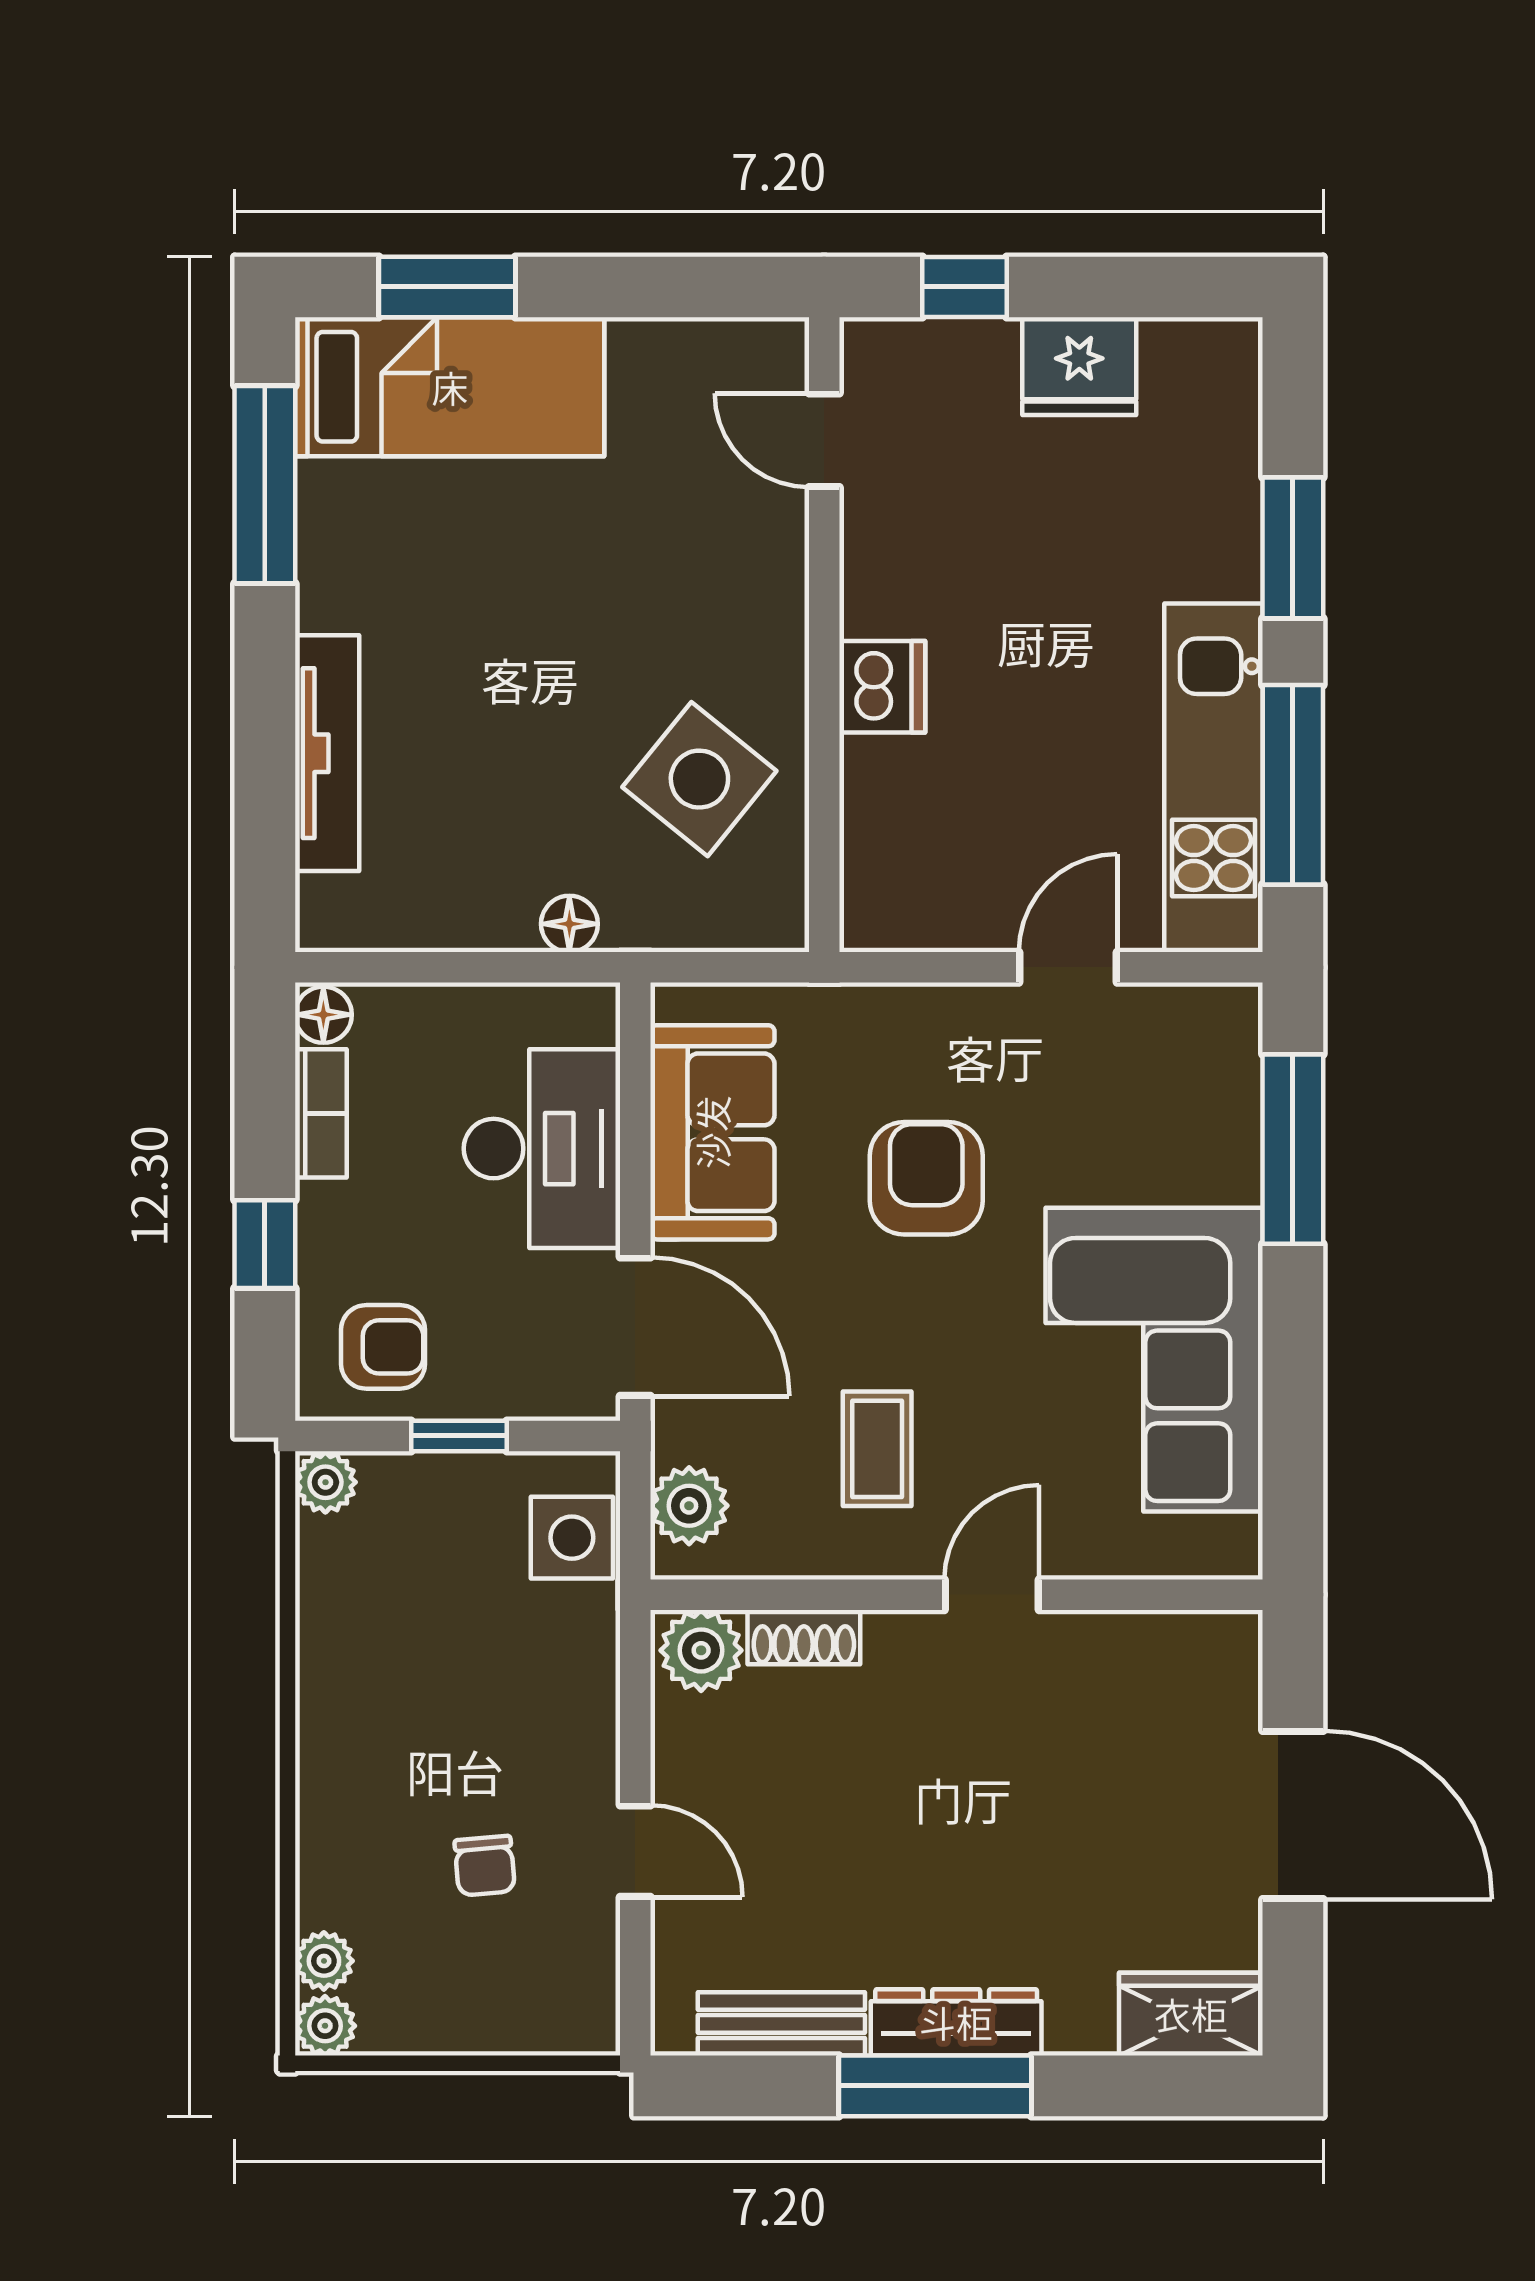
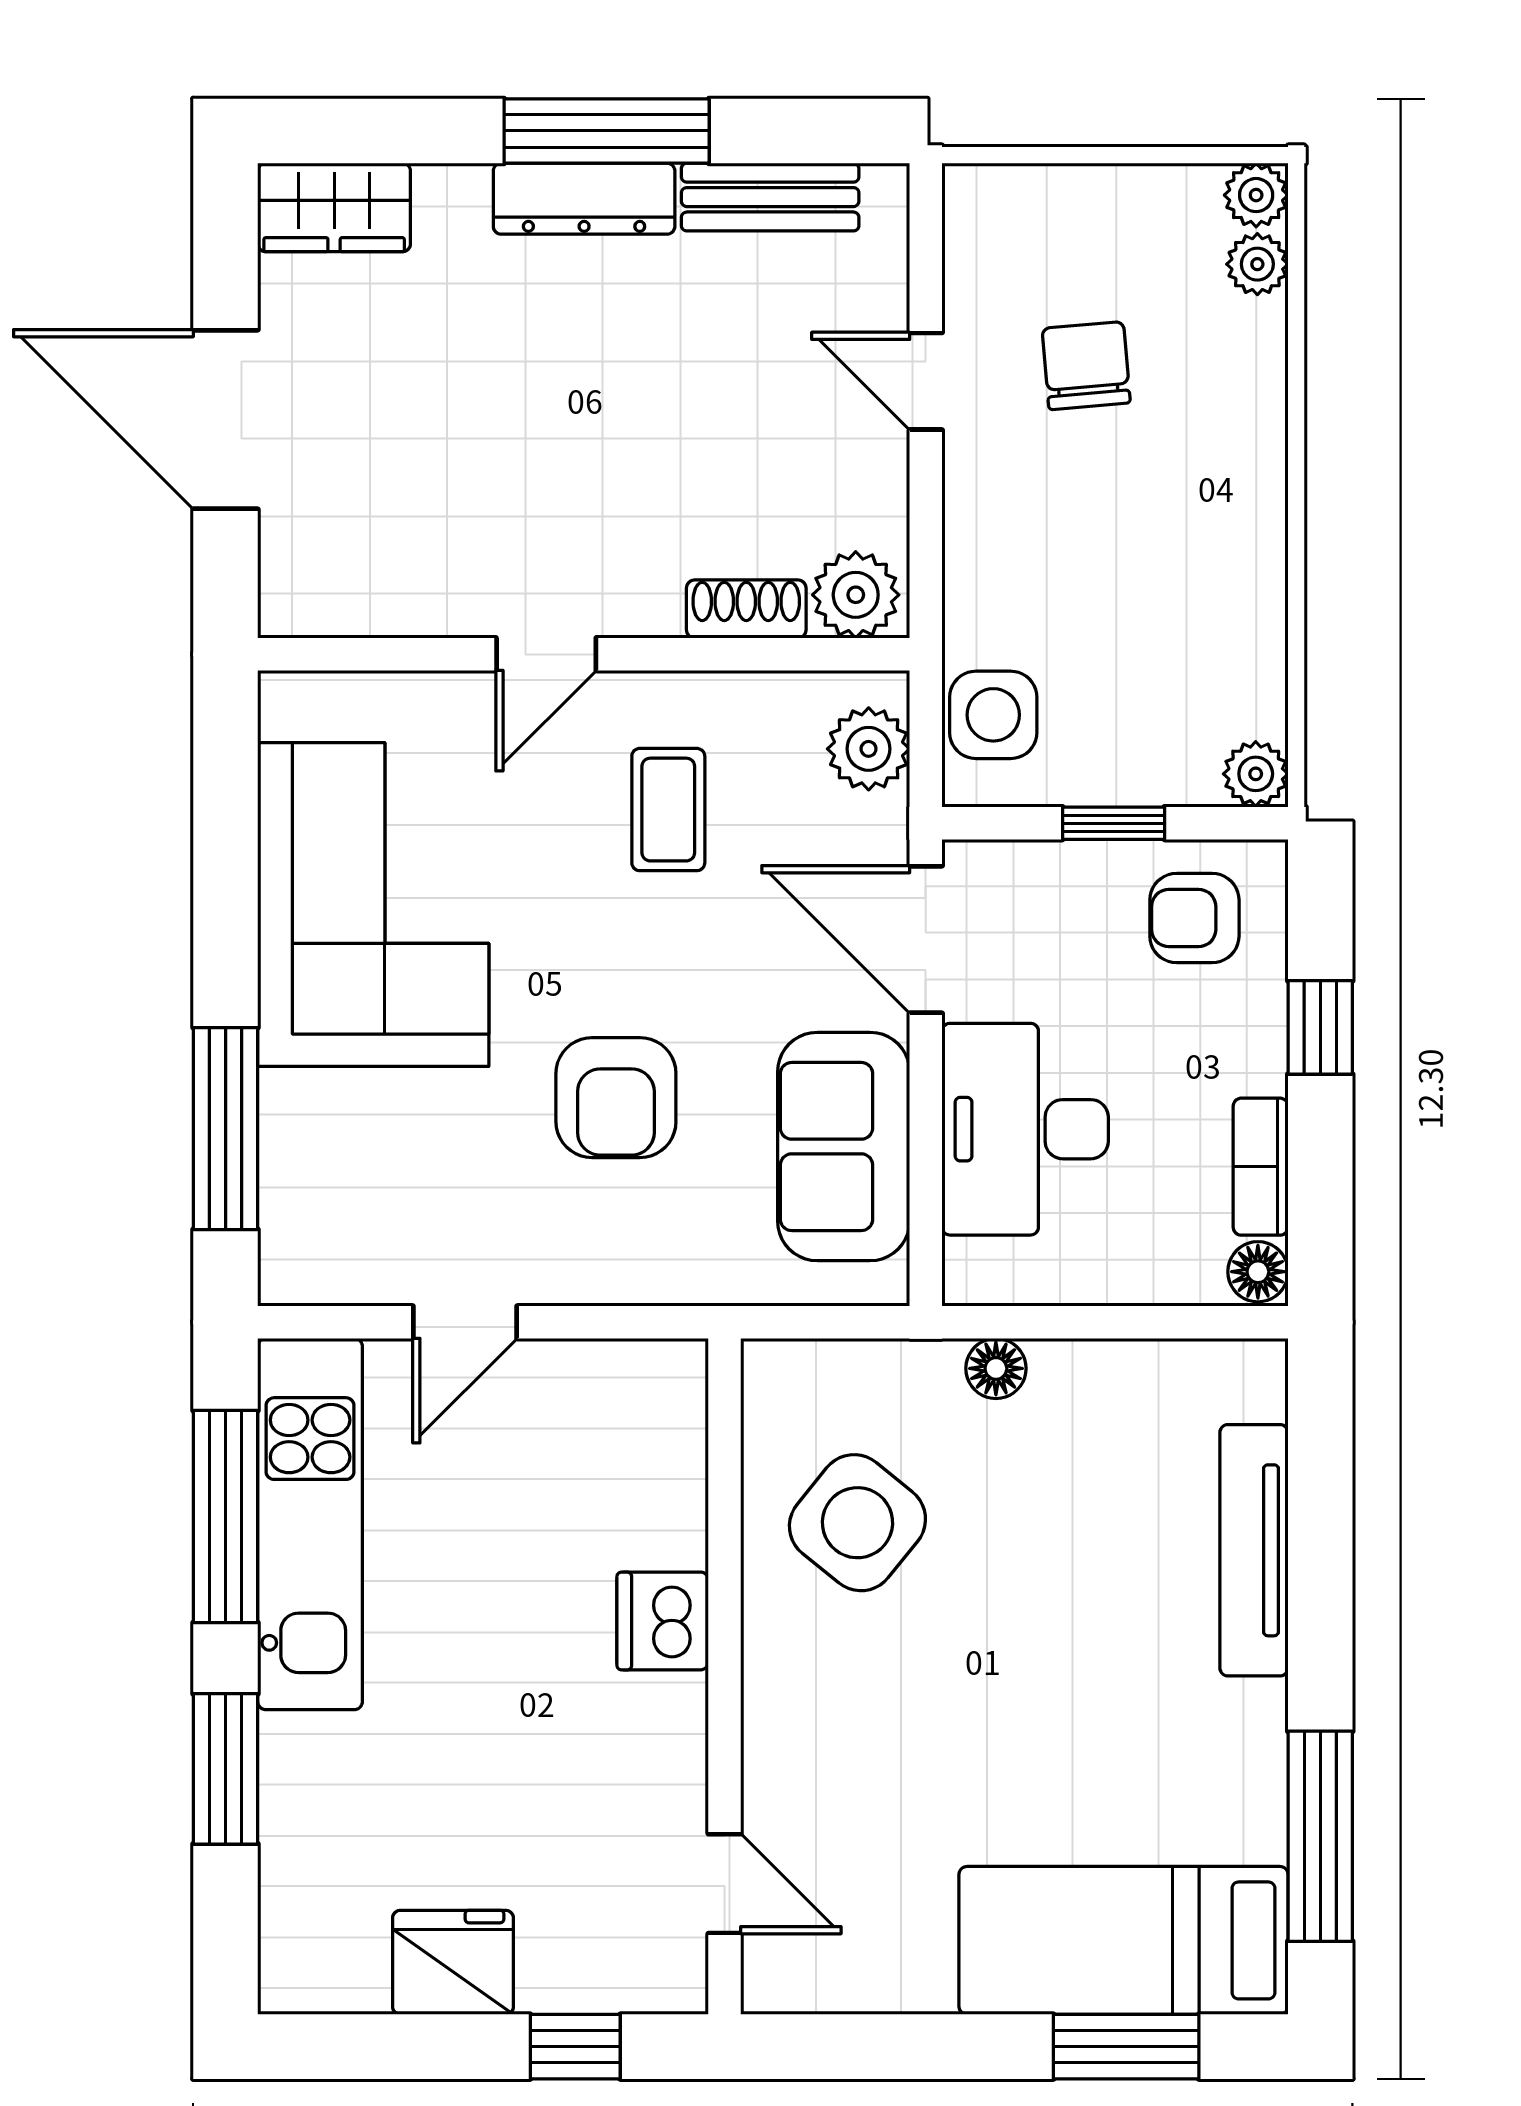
chair: (485, 1866) -> (1086, 366), width x1.37, depth x1.37

